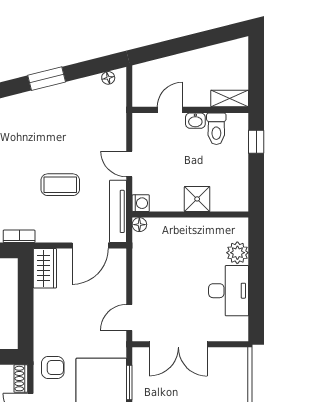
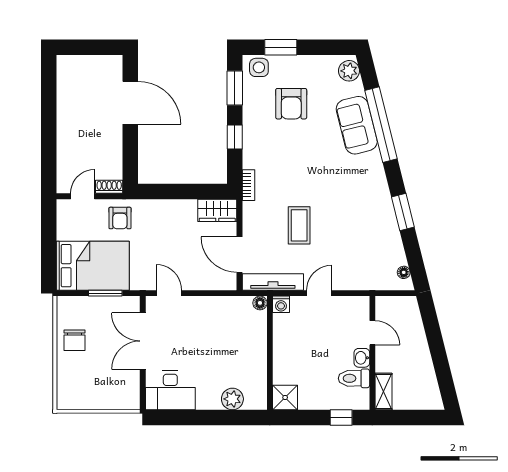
shower: (197, 199) -> (285, 397), moved
desk: (229, 291) -> (170, 390), moved

